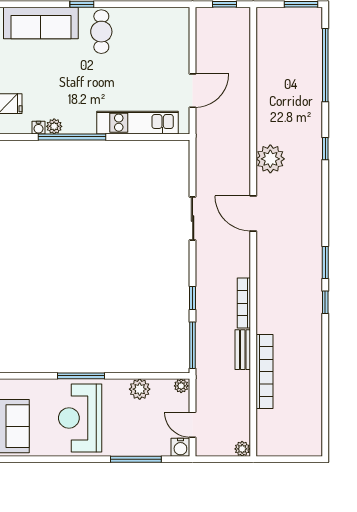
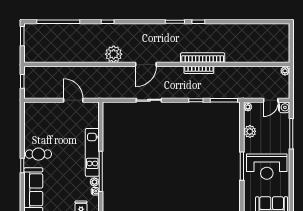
kitchen unit: (137, 123) -> (92, 152), moved
bench: (243, 350) -> (226, 71), removed
bookcase: (264, 371) -> (203, 58), moved

